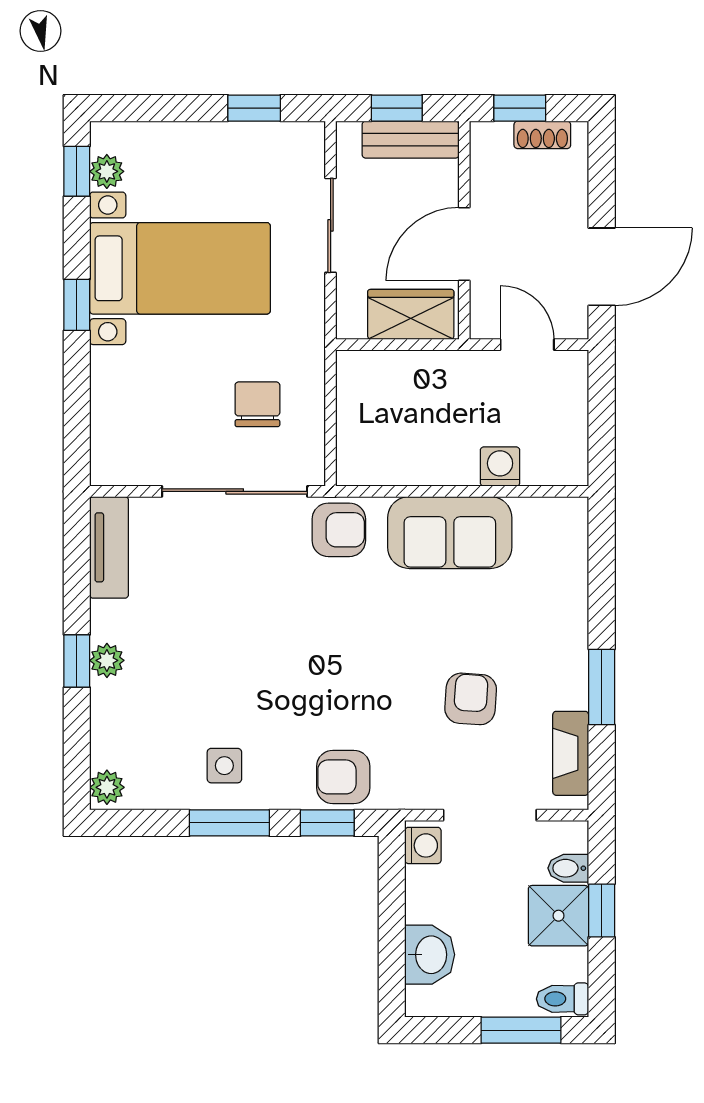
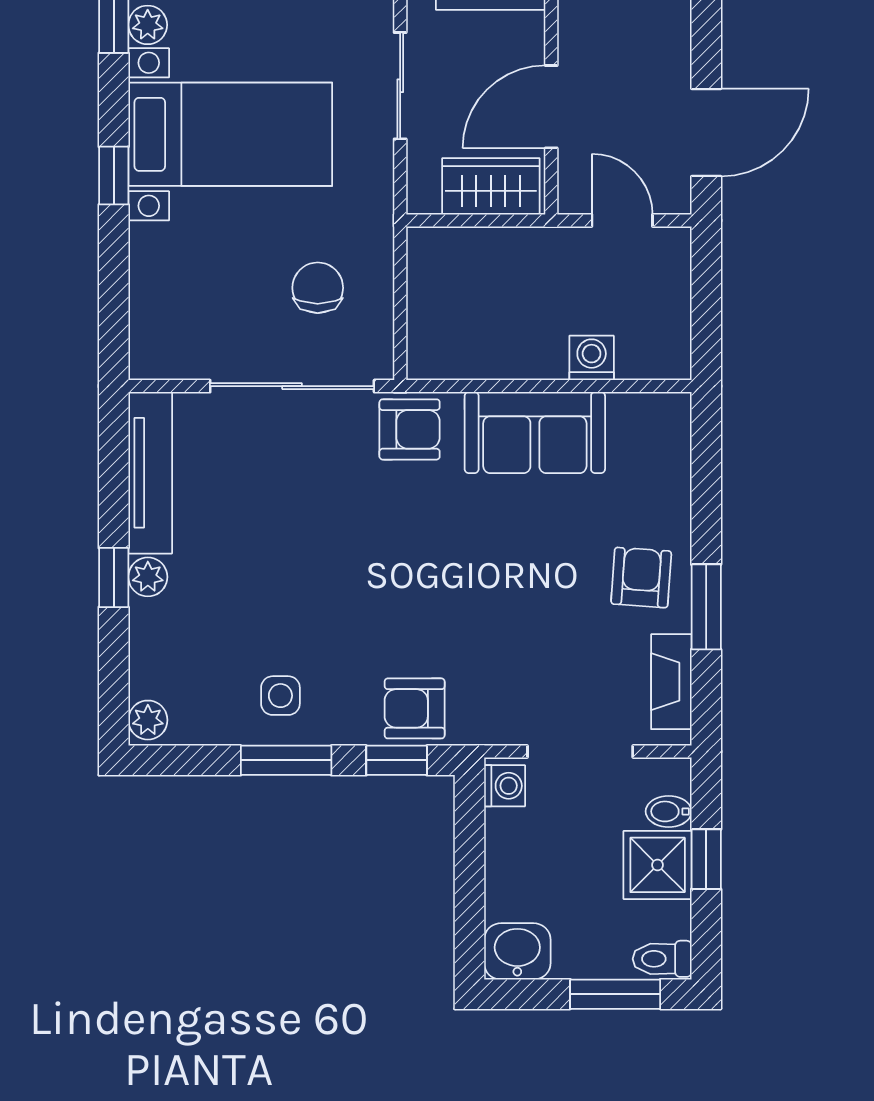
tv unit: (109, 547) -> (150, 473), width x1.41
armchair: (471, 699) -> (641, 578), moved
washbasin: (430, 955) -> (517, 951), moved, turned -90

